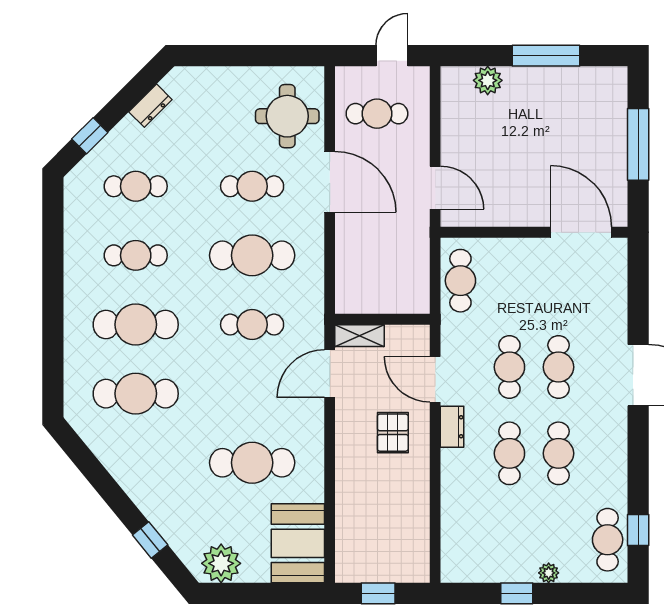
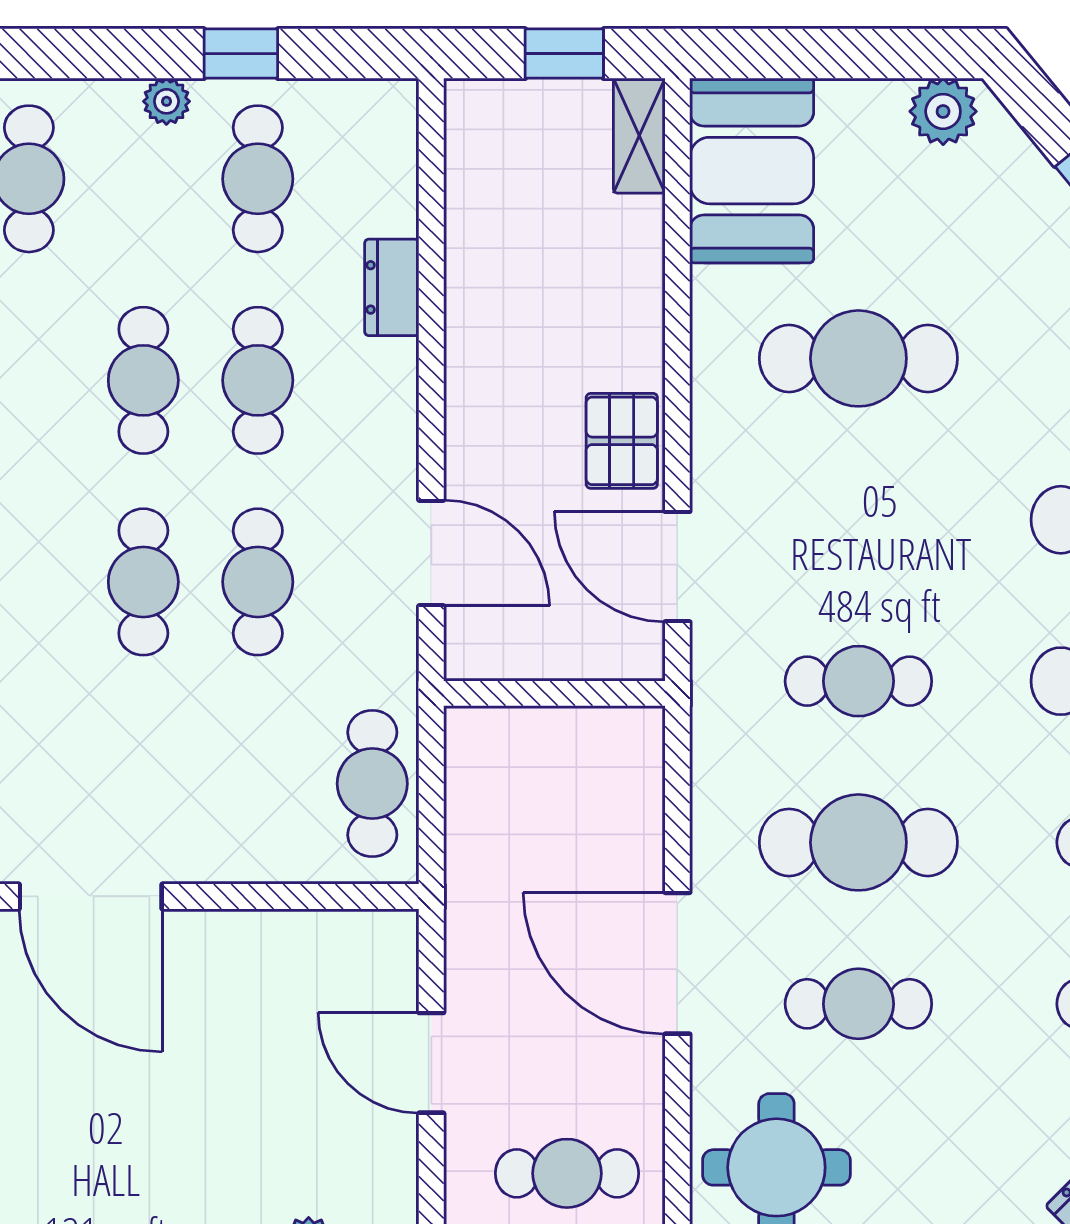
door: (330, 182) -> (677, 963), moved
door: (435, 188) -> (431, 1063), moved
shelving: (360, 336) -> (639, 136), moved, turned 90
door: (330, 374) -> (677, 567), swing flipped
dresser: (452, 427) -> (392, 287), moved
pallet: (393, 433) -> (622, 441), moved
cafe table: (509, 540) -> (258, 179), added
plant: (221, 563) -> (943, 111), width x0.73, depth x0.73

